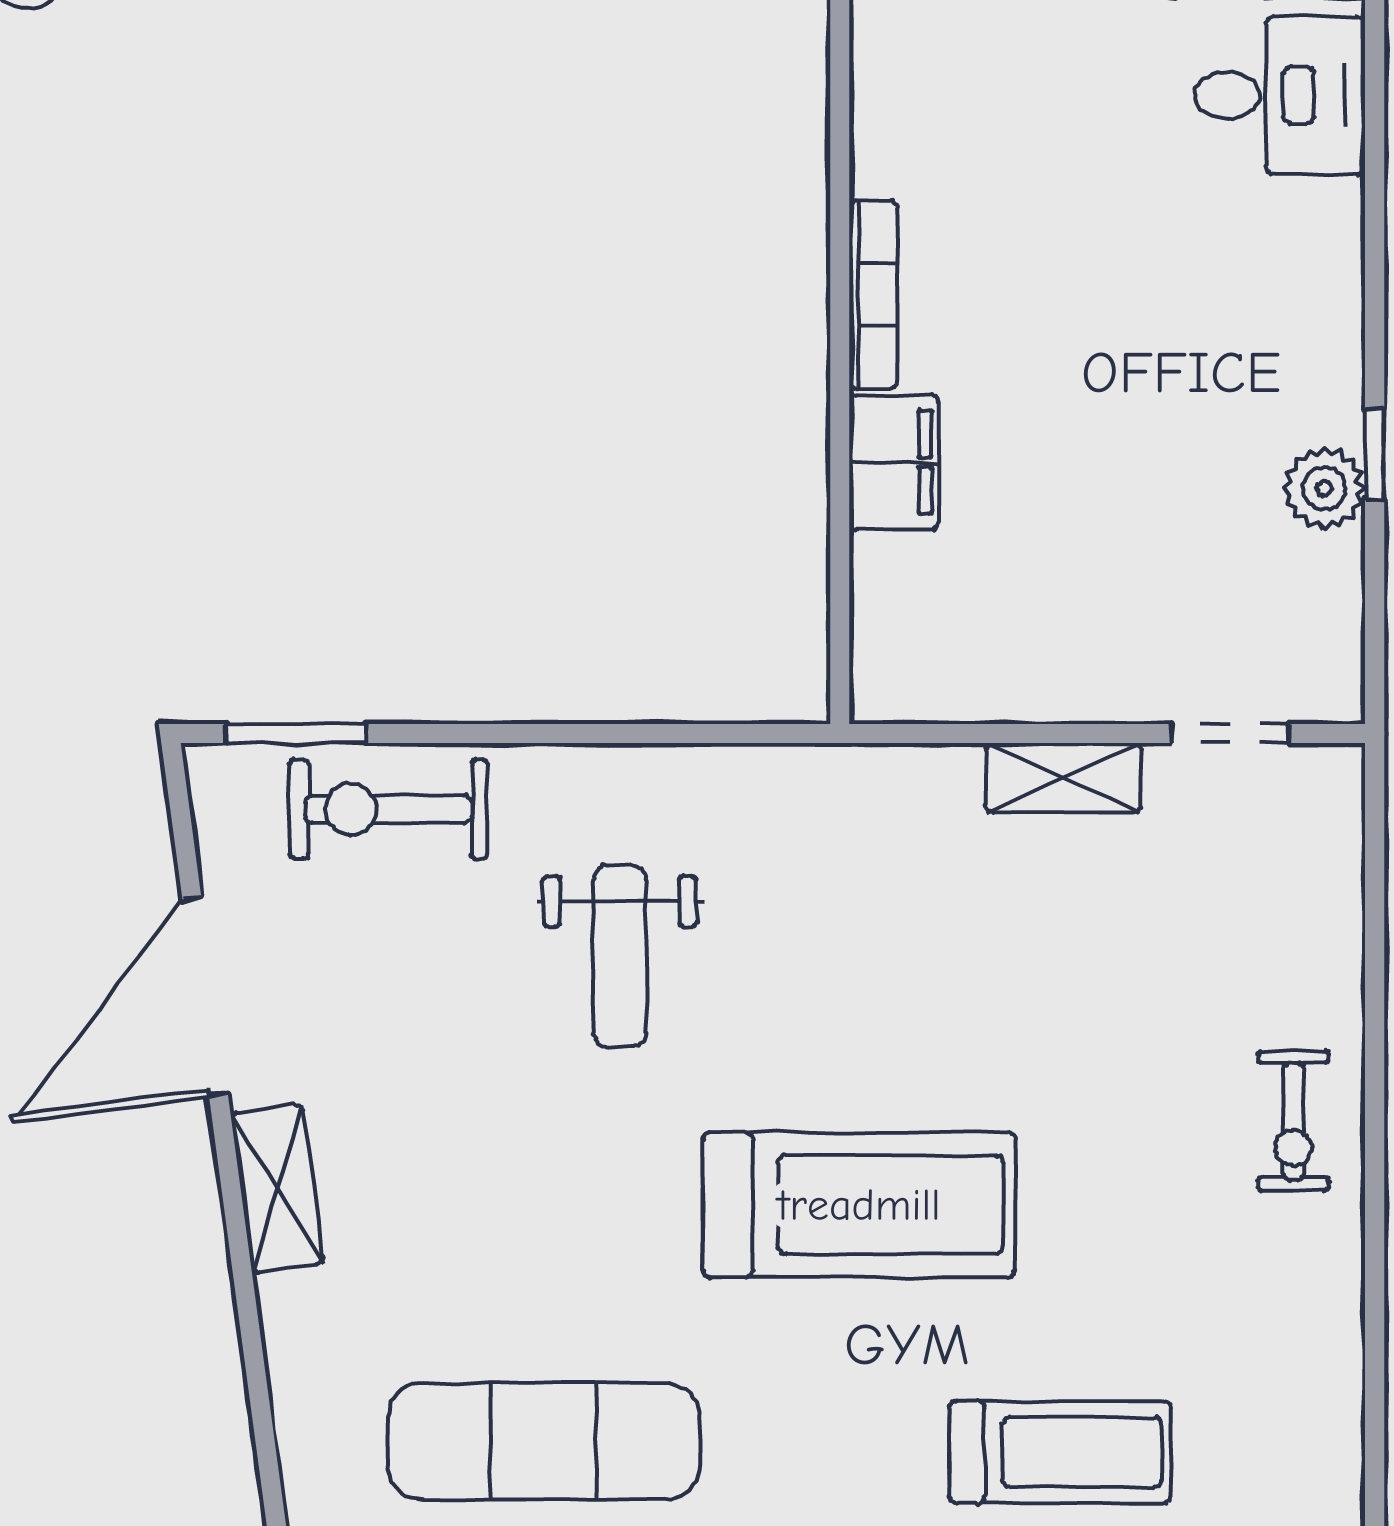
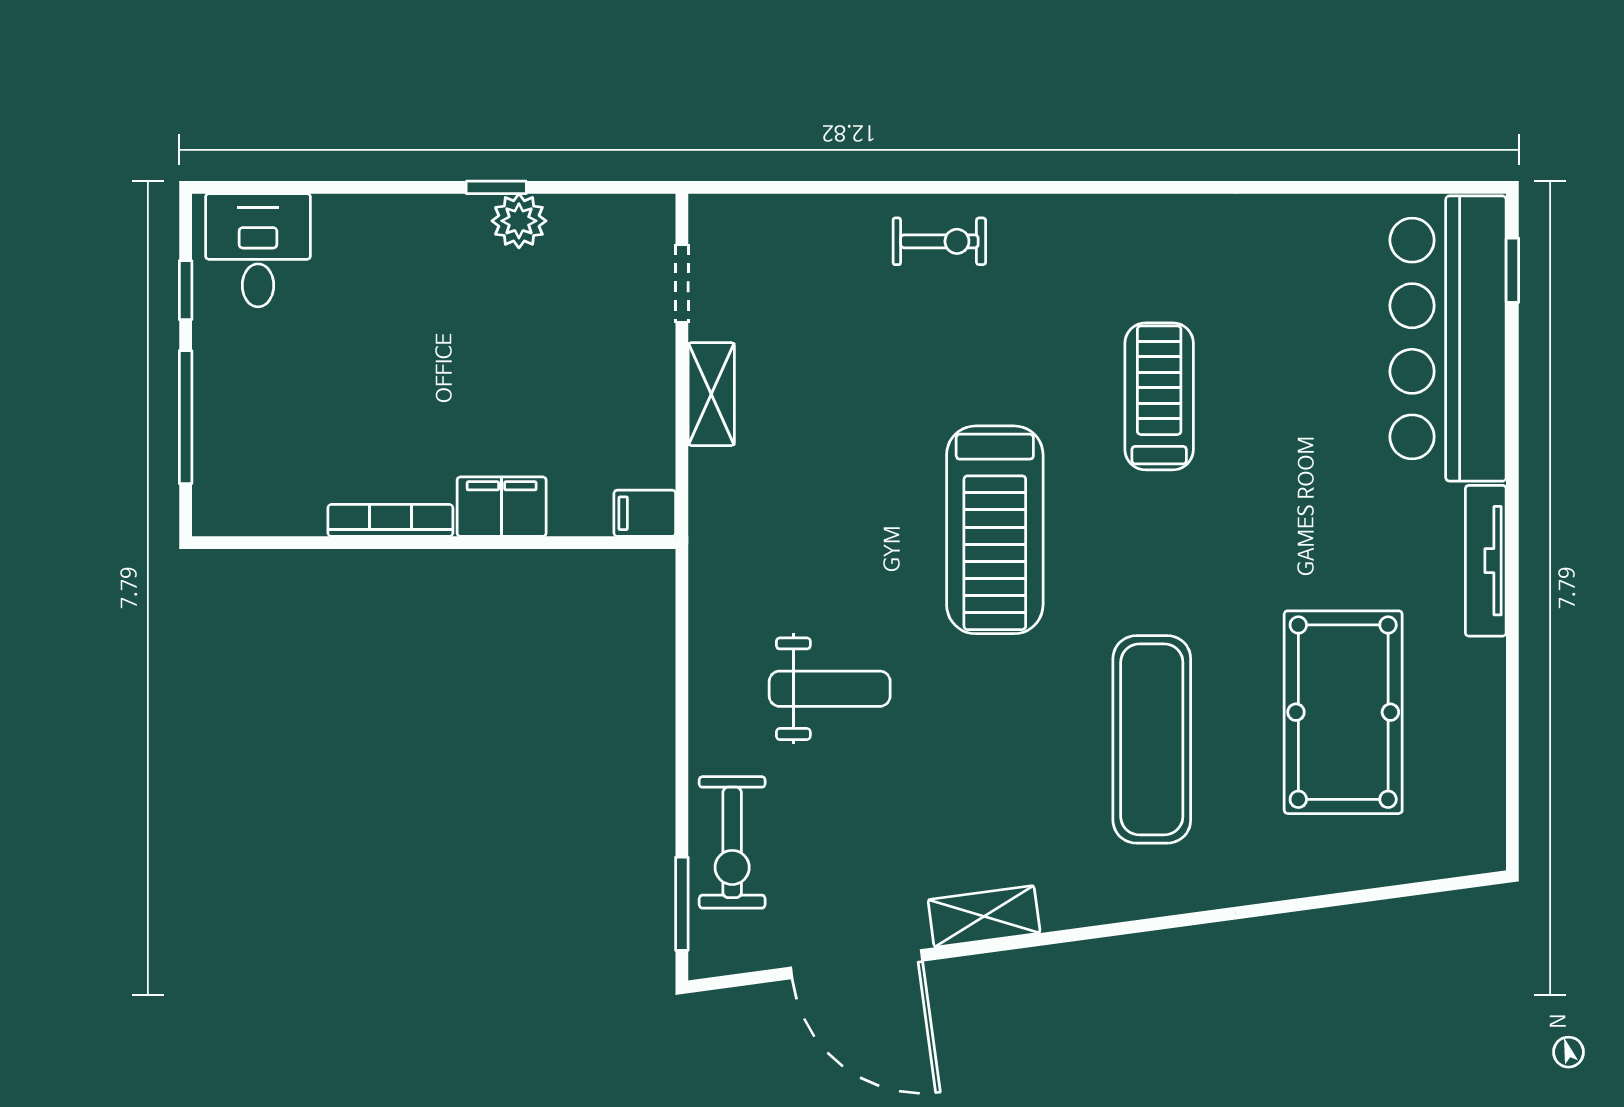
filing cabinet: (884, 678) -> (645, 513), added
treadmill: (859, 1205) -> (995, 530), turned 180

